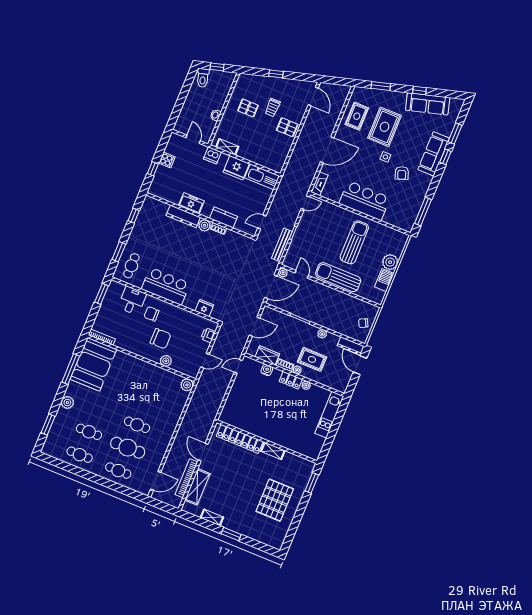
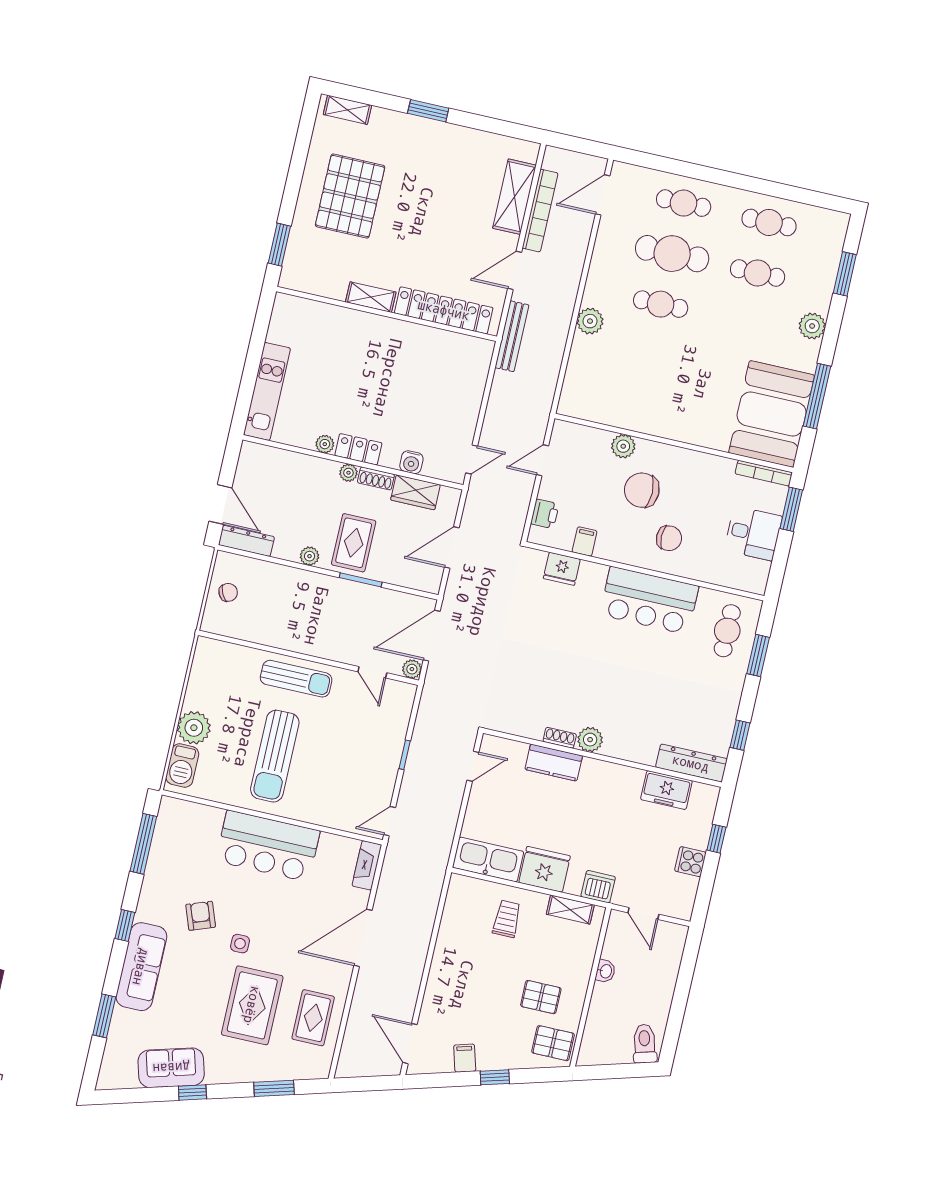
window: (217, 67) -> (619, 1071), removed
filing cabinet: (289, 85) -> (465, 1058), added
sofa: (428, 104) -> (171, 1068), width x0.73
trolley: (273, 107) -> (507, 919), moved
pallet: (287, 127) -> (553, 1043), moved
window: (445, 157) -> (125, 925), moved
freezer: (191, 203) -> (666, 790), moved
dresser: (183, 216) -> (691, 763), moved
bench: (282, 245) -> (512, 336), moved
sun lounger: (338, 277) -> (296, 679), width x0.73, depth x0.75
barbecue: (384, 280) -> (182, 765), moved
window: (102, 294) -> (791, 509), moved
desk: (132, 301) -> (753, 533), moved, turned -90
filing cabinet: (192, 319) -> (585, 541), added
rug: (312, 359) -> (354, 543), moved, turned 90
plant: (187, 385) -> (590, 321), moved
door: (203, 452) -> (515, 270), swing flipped
shelving: (212, 517) -> (347, 110), moved

